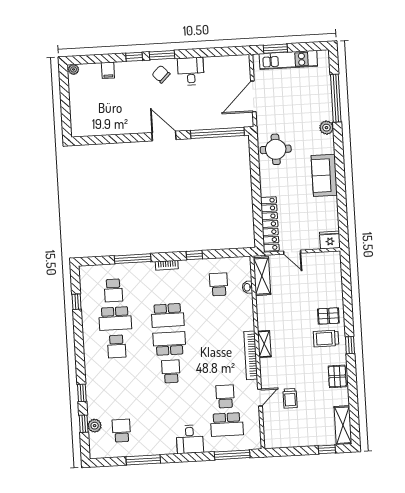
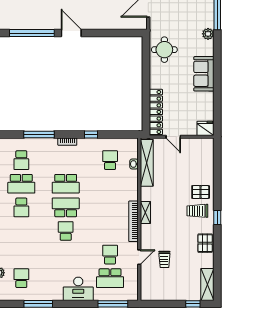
window: (217, 133) -> (32, 33), moved
shelving: (262, 276) -> (147, 163), width x1.47
desk: (190, 439) -> (78, 289), width x1.37

